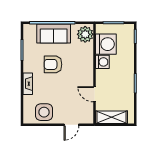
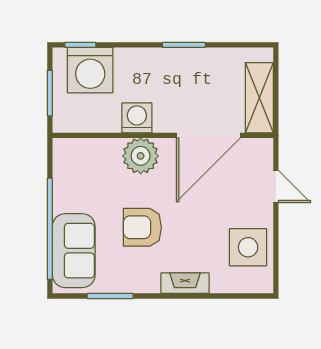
sofa: (54, 33) -> (74, 251), moved
plant: (85, 34) -> (141, 156), moved
washing machine: (106, 44) -> (90, 70), moved, turned 180
armchair: (53, 64) -> (142, 227), turned 90
door: (94, 94) -> (208, 135), width x1.88

